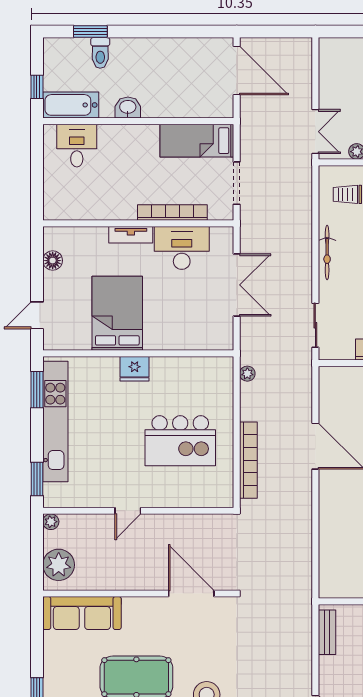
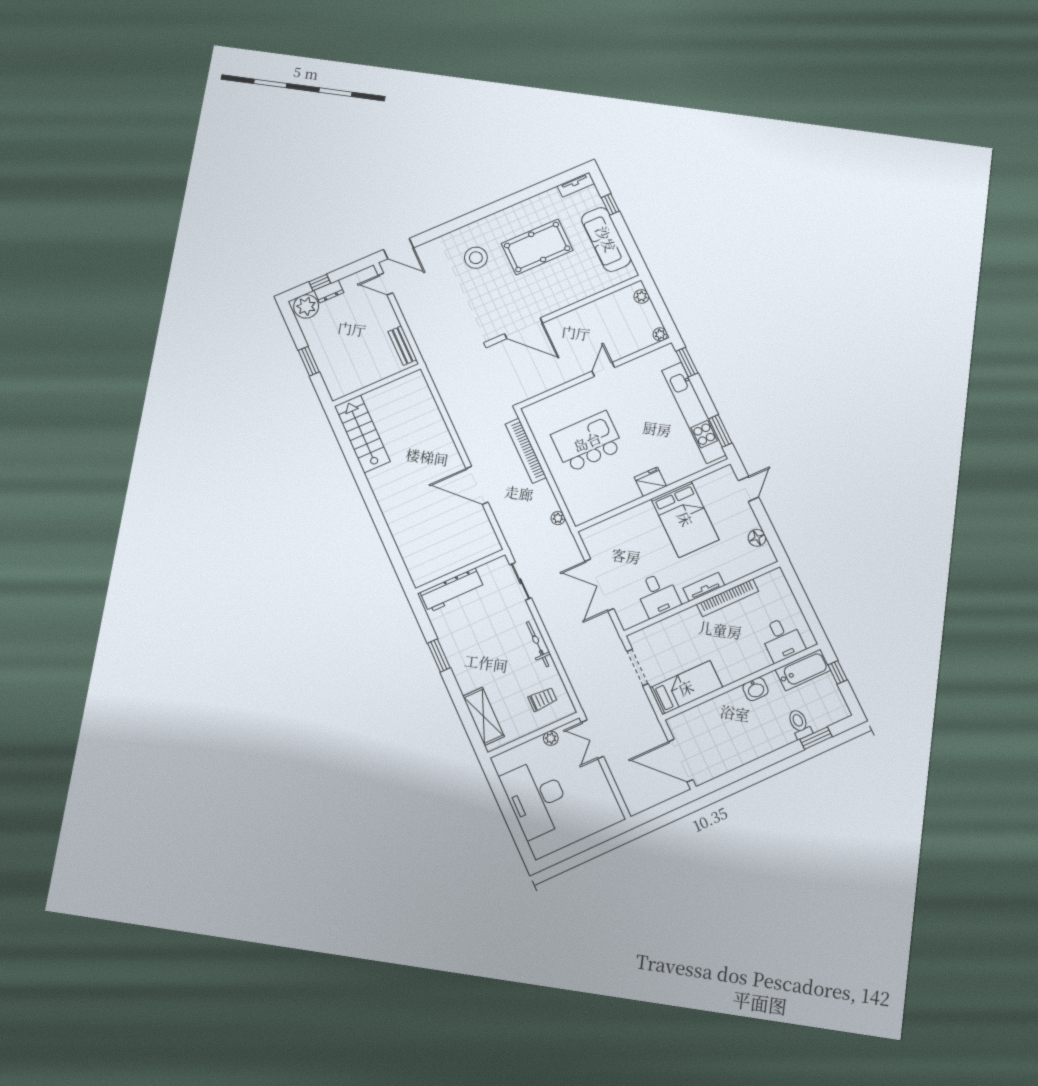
bookcase: (172, 213) -> (728, 598), moved
desk: (182, 248) -> (658, 595), width x0.73
plant: (59, 565) -> (641, 296), width x0.53, depth x0.53
sofa: (82, 613) -> (606, 239), moved, turned -90

